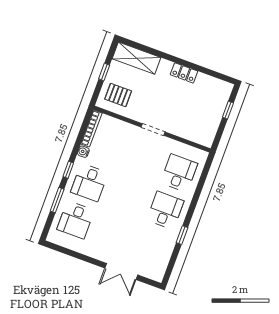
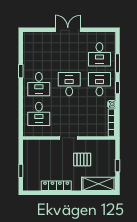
locker: (184, 73) -> (56, 186), width x1.53
pallet: (118, 95) -> (82, 159), moved
desk: (127, 196) -> (69, 84), added
desk: (76, 220) -> (99, 54), turned 180
double door: (121, 271) -> (68, 30), moved

